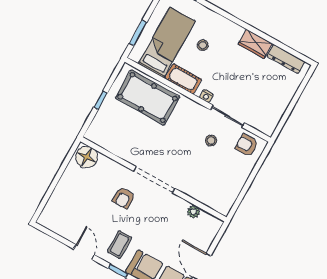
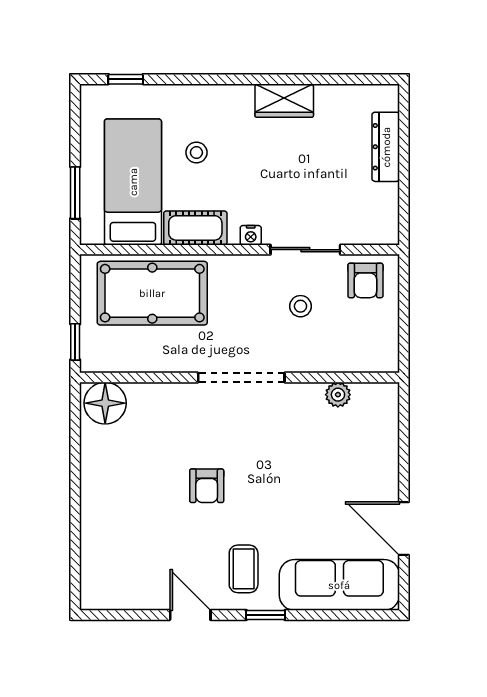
dresser: (286, 59) -> (386, 147), moved, turned 90
armchair: (247, 145) -> (365, 280), turned -90
floor lamp: (87, 157) -> (105, 403), moved
wall: (153, 179) -> (240, 378), moved
doorway: (154, 180) -> (241, 378), moved
plant: (194, 212) -> (338, 395), moved

